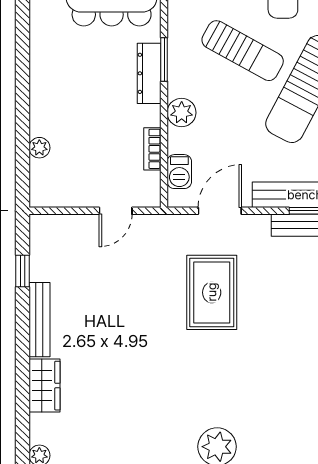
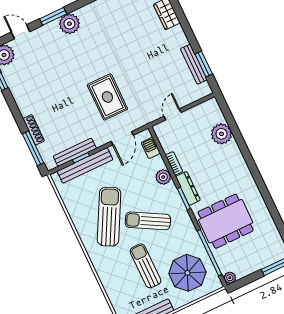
plant: (39, 148) -> (221, 134), width x1.87, depth x1.87
bookcase: (152, 149) -> (174, 163), moved
window: (22, 271) -> (204, 64), width x1.50
bench: (39, 320) -> (194, 64), moved

